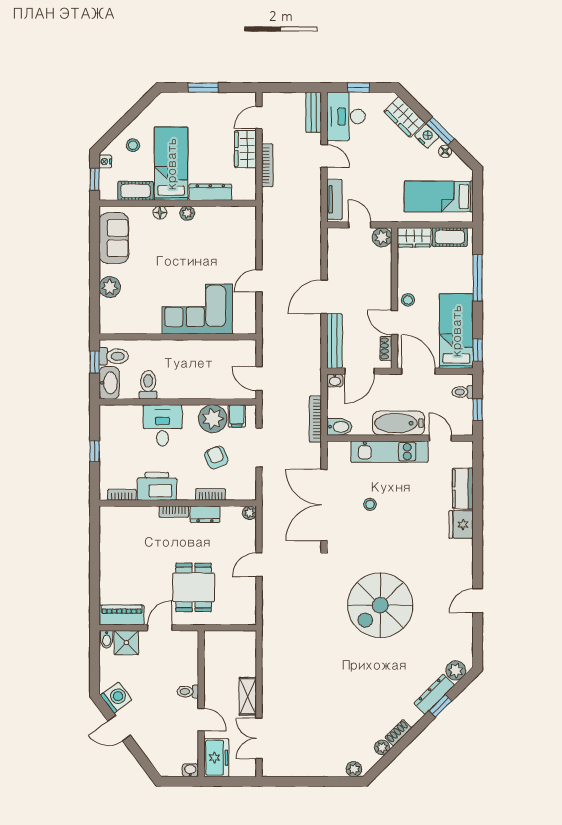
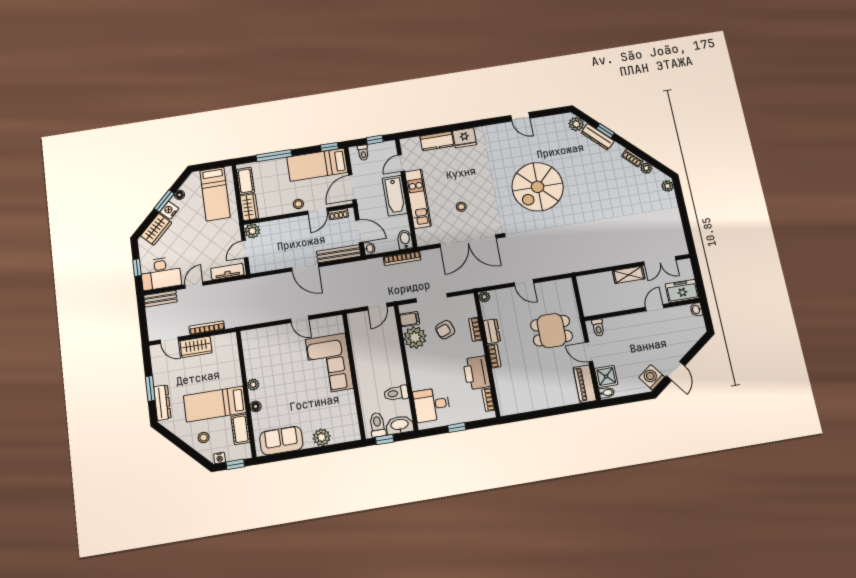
dresser: (210, 192) -> (162, 403), moved, turned 180
desk: (162, 425) -> (432, 405), moved
spiral stairs: (380, 605) -> (538, 187), turned 90
toilet: (188, 692) -> (598, 328), moved

